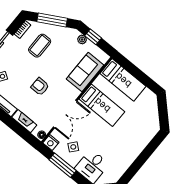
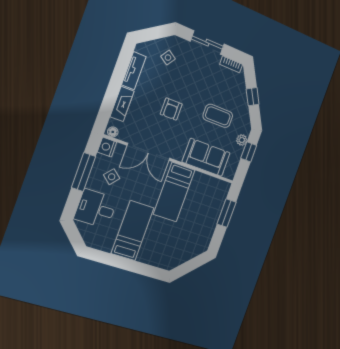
window: (52, 20) -> (253, 97), width x0.46
coffee table: (40, 46) -> (218, 116), moved
window: (134, 70) -> (226, 213), added
bed: (123, 80) -> (133, 231), moved, turned 180
armchair: (40, 87) -> (171, 109), turned 180

